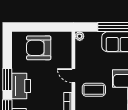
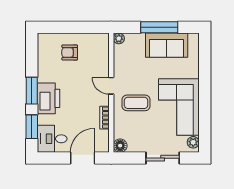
armchair: (39, 48) -> (70, 52), width x0.53, depth x0.53

